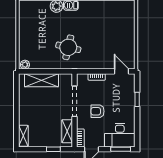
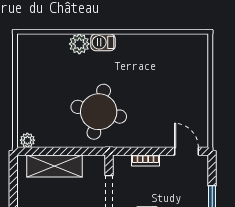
round table: (68, 47) -> (99, 112), width x1.36, depth x1.36

